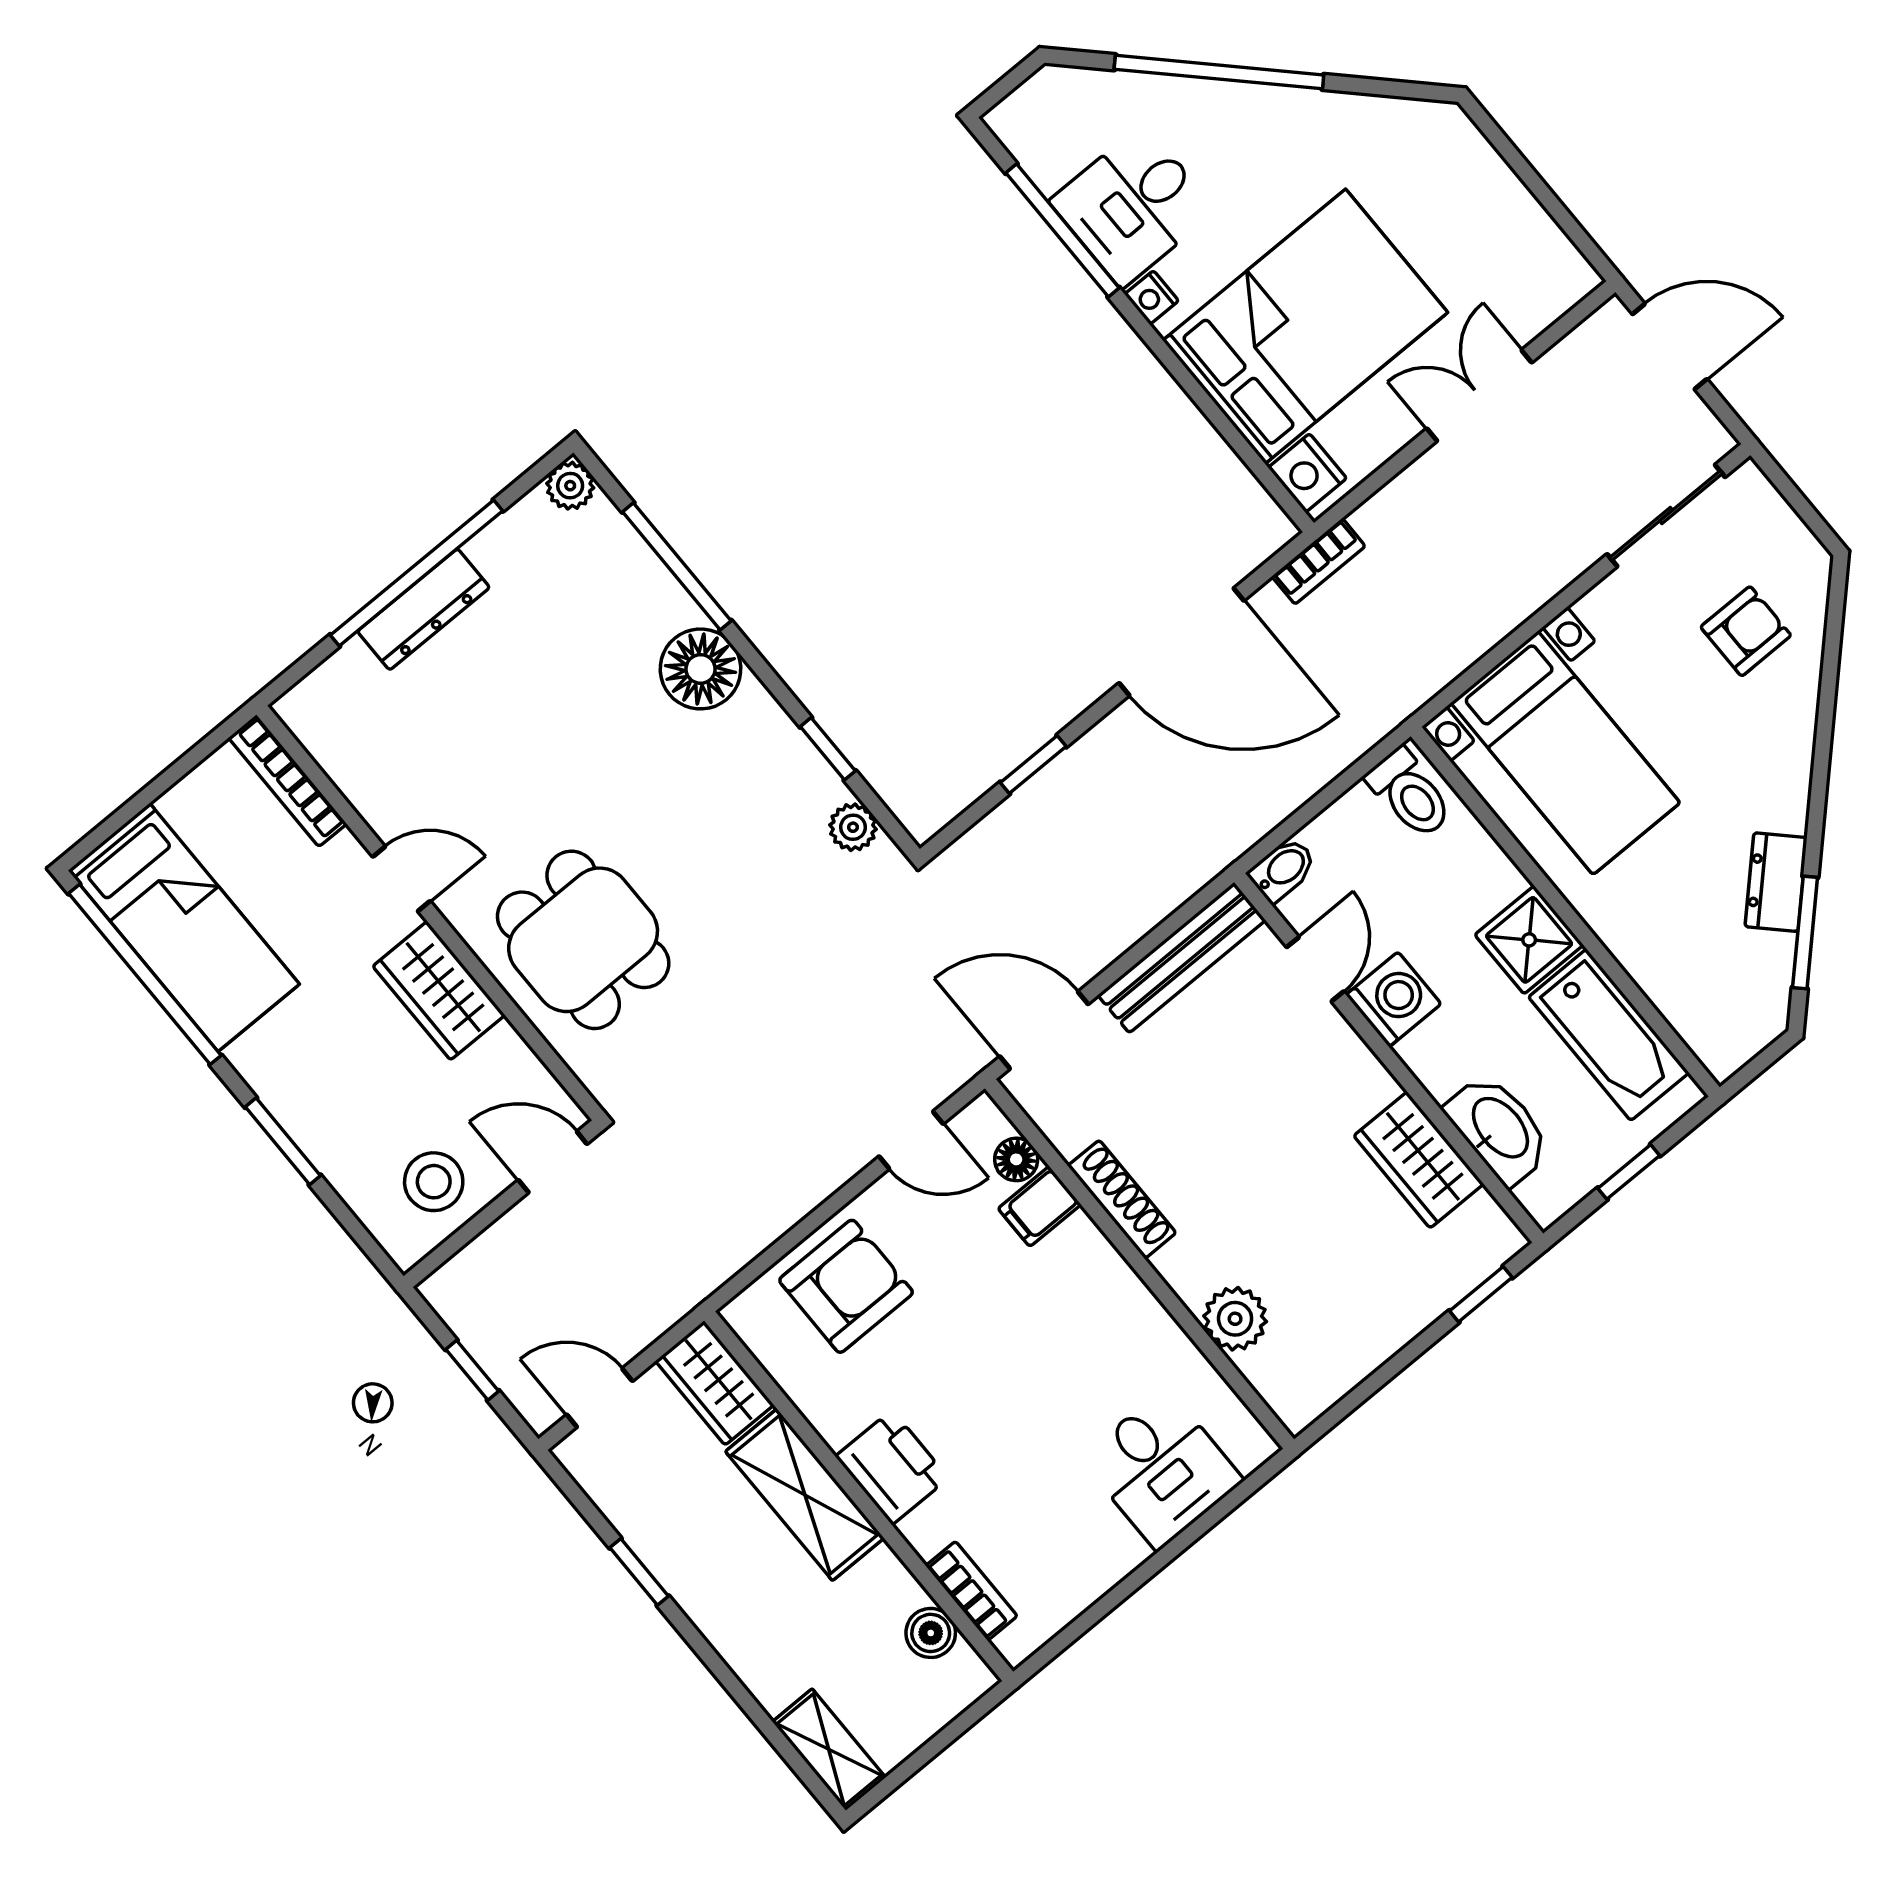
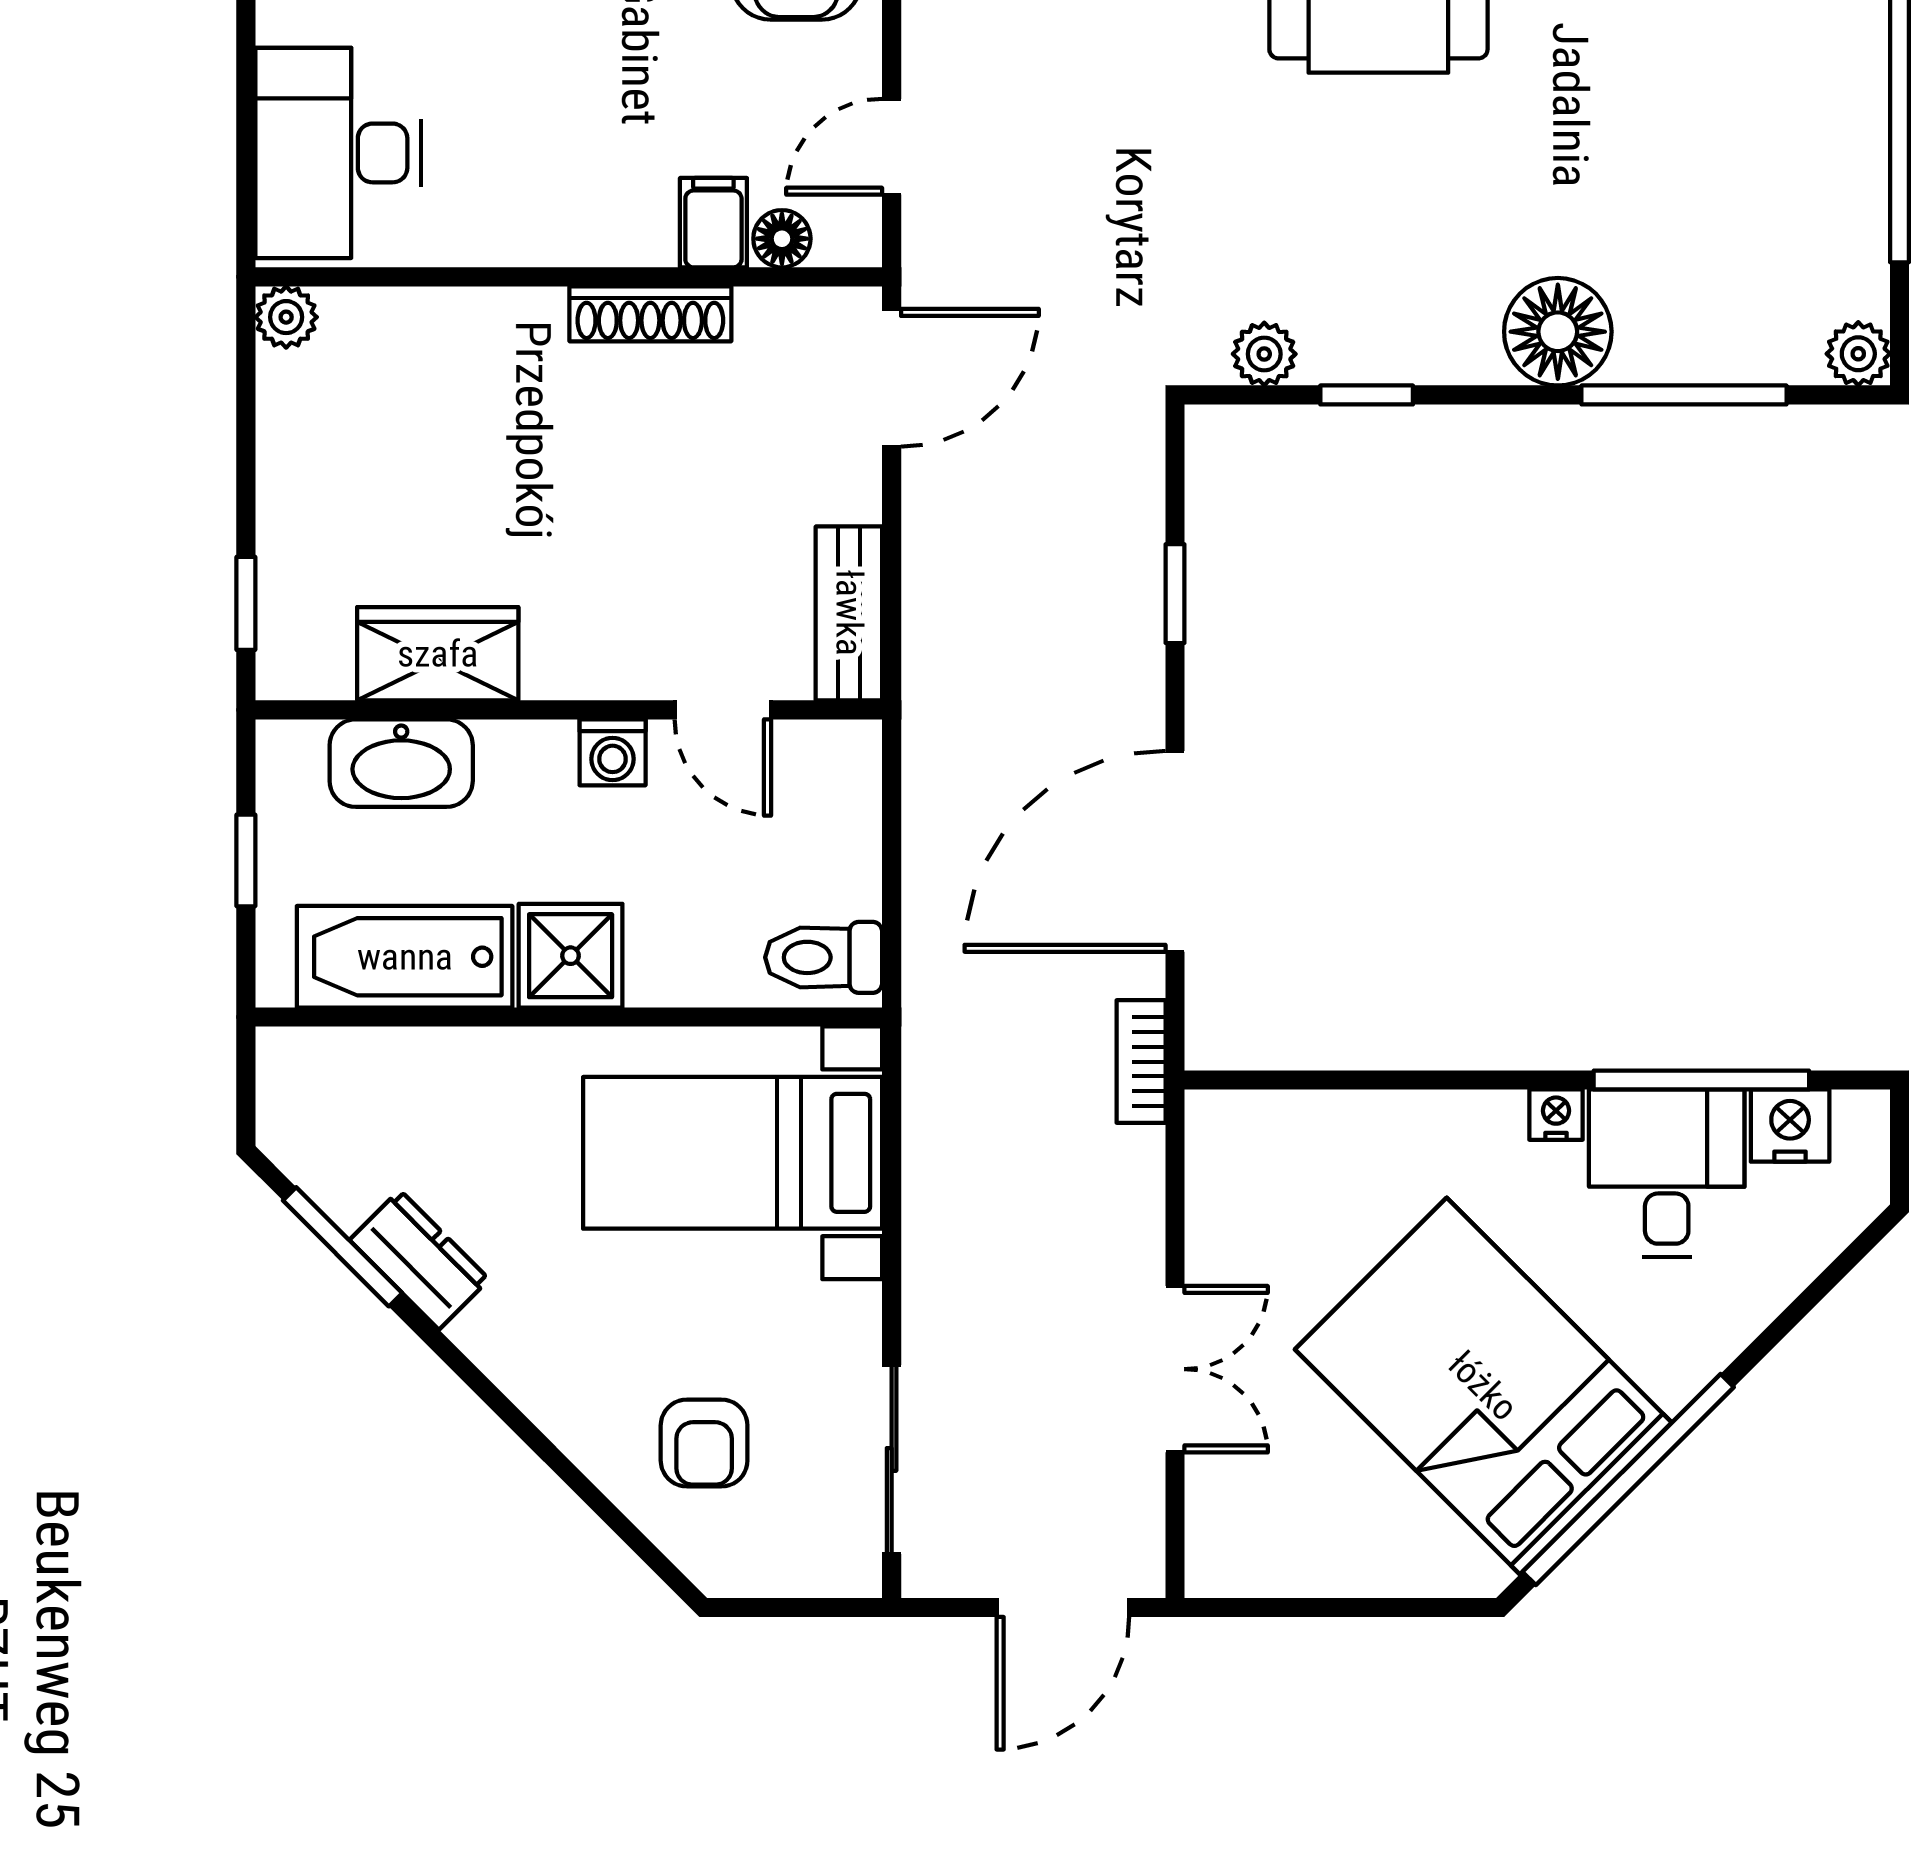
window: (1219, 72) -> (1628, 1480), moved
bed: (1305, 326) -> (1483, 1386), moved, turned 135
nightstand: (1307, 473) -> (1790, 1126), moved
dresser: (424, 609) -> (1856, 97), removed
bidet: (1283, 870) -> (854, 761), removed
bench: (1182, 958) -> (849, 613), width x0.73
washing machine: (1393, 999) -> (613, 752), width x0.73, depth x0.73
plant: (1235, 1319) -> (286, 317), moved, width x0.73, depth x0.73
desk: (1162, 1469) -> (338, 153), width x1.37

